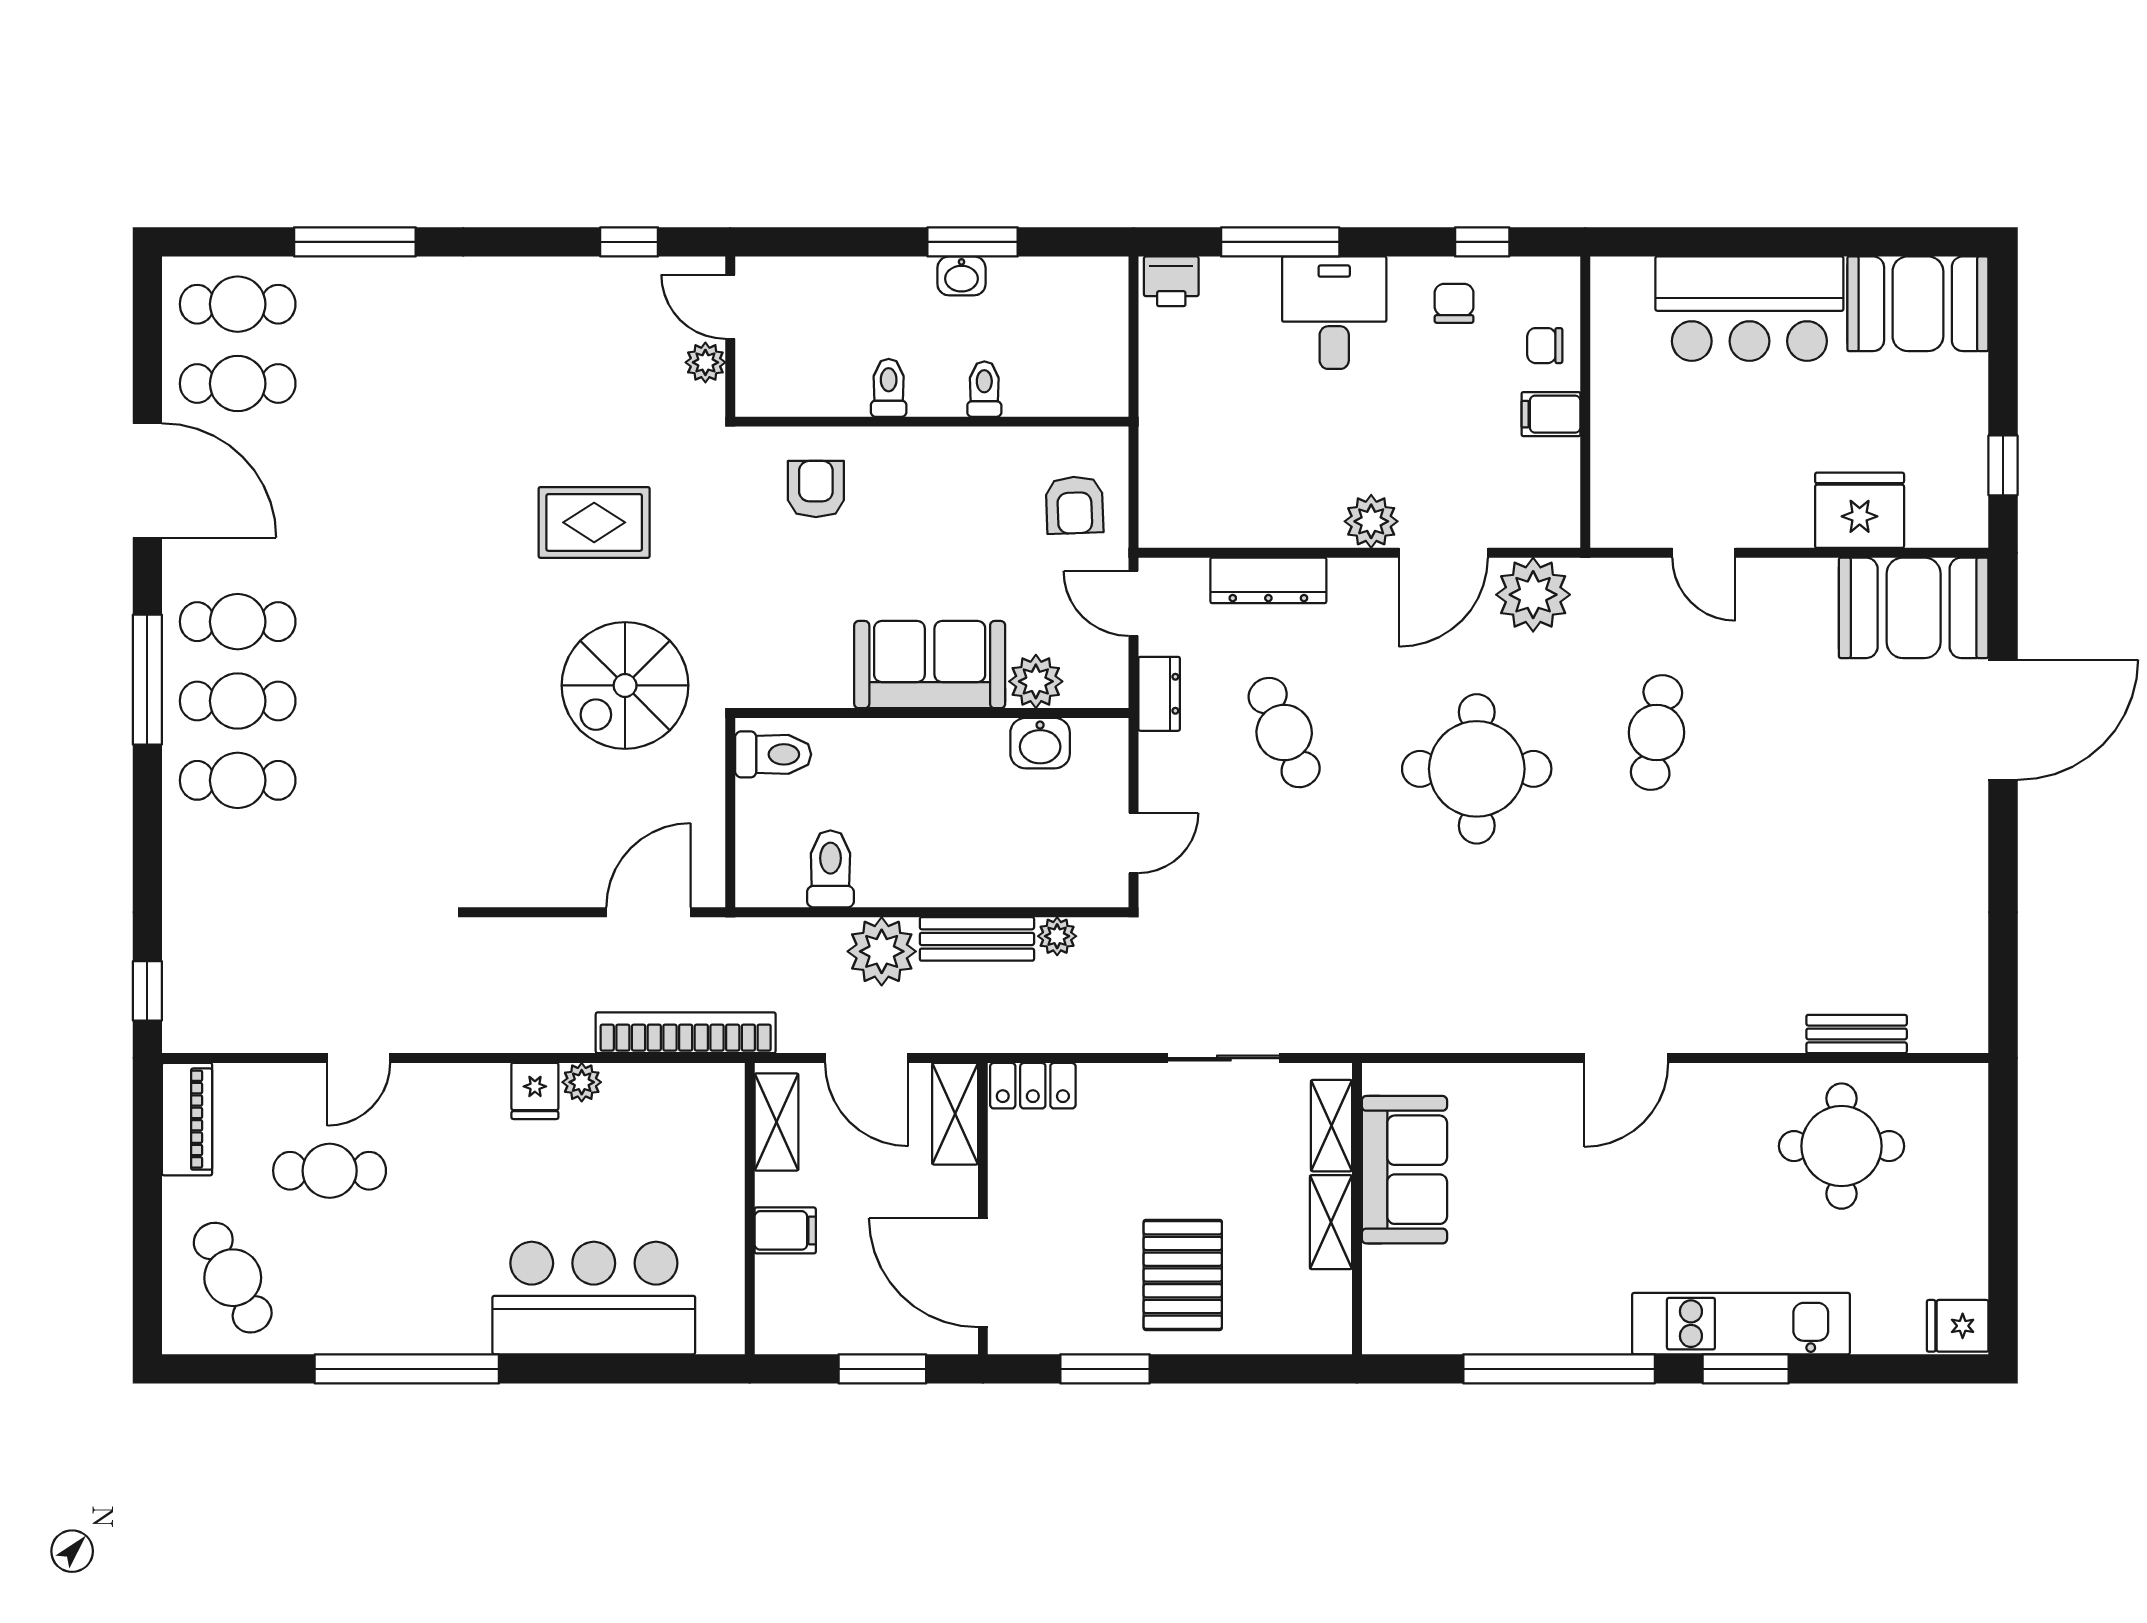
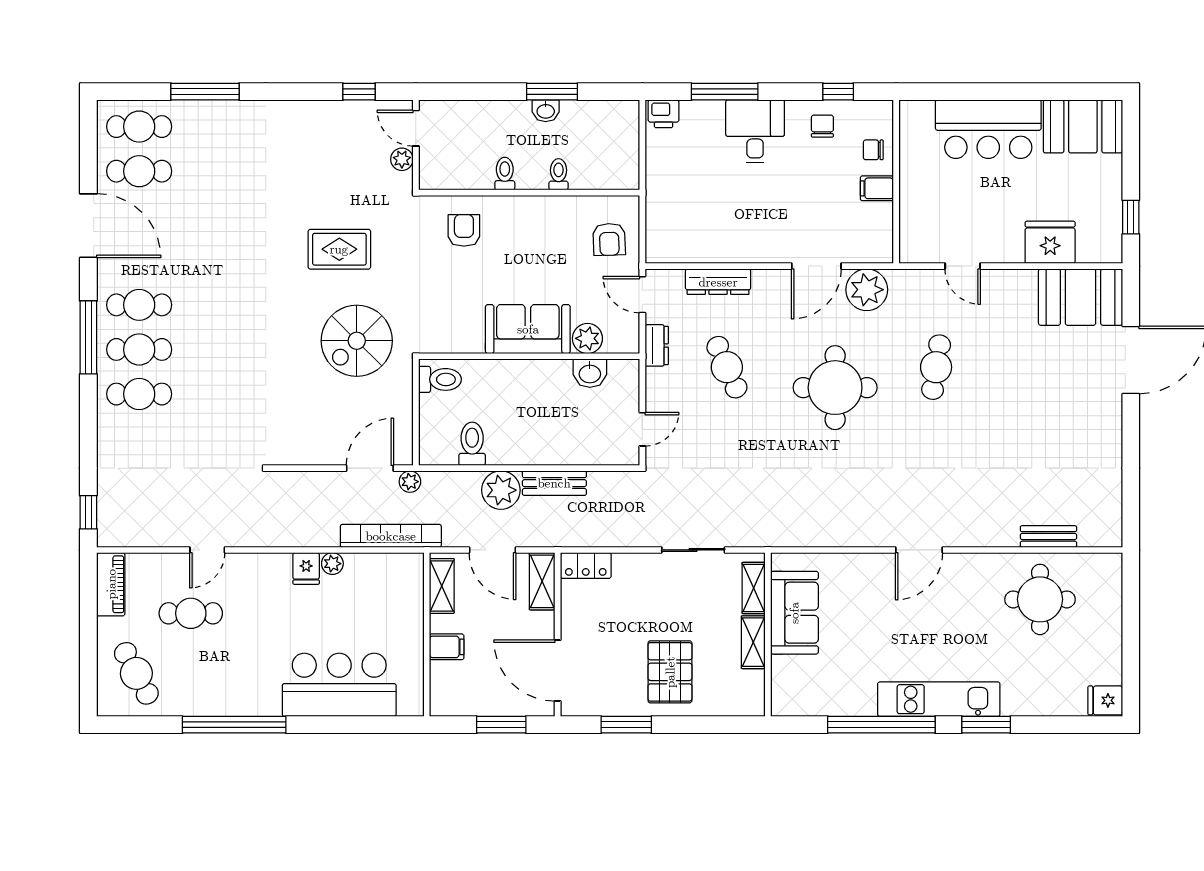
plant: (1371, 521) -> (776, 249), removed
plant: (1057, 936) -> (410, 482), moved
kitchen unit: (1741, 1324) -> (939, 699), moved

